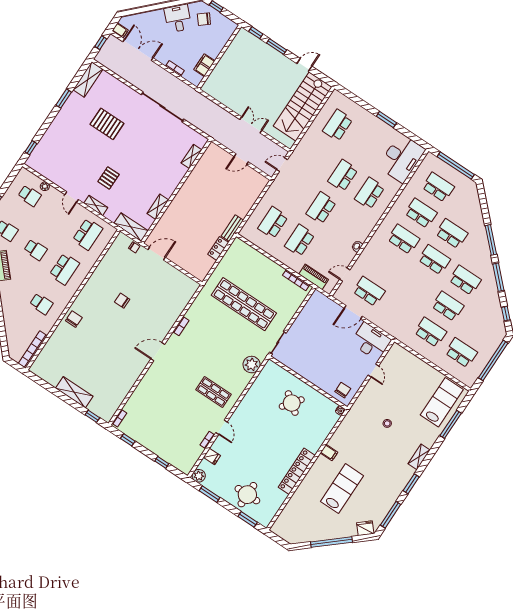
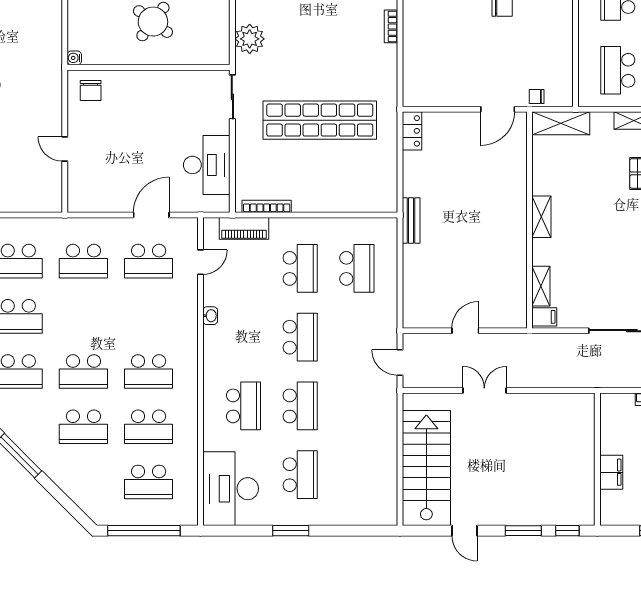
filing cabinet: (204, 65) -> (611, 472), moved
door: (304, 65) -> (464, 531), hinge flipped
double door: (251, 125) -> (484, 390), swing flipped
school desk: (338, 125) -> (300, 475), moved
filing cabinet: (200, 141) -> (544, 317), added
door: (282, 165) -> (400, 362), swing flipped
shelving: (158, 207) -> (541, 217), moved
locker: (218, 248) -> (412, 131), moved
school desk: (400, 312) -> (83, 261), added
desk: (371, 341) -> (207, 165), moved, turned -90

